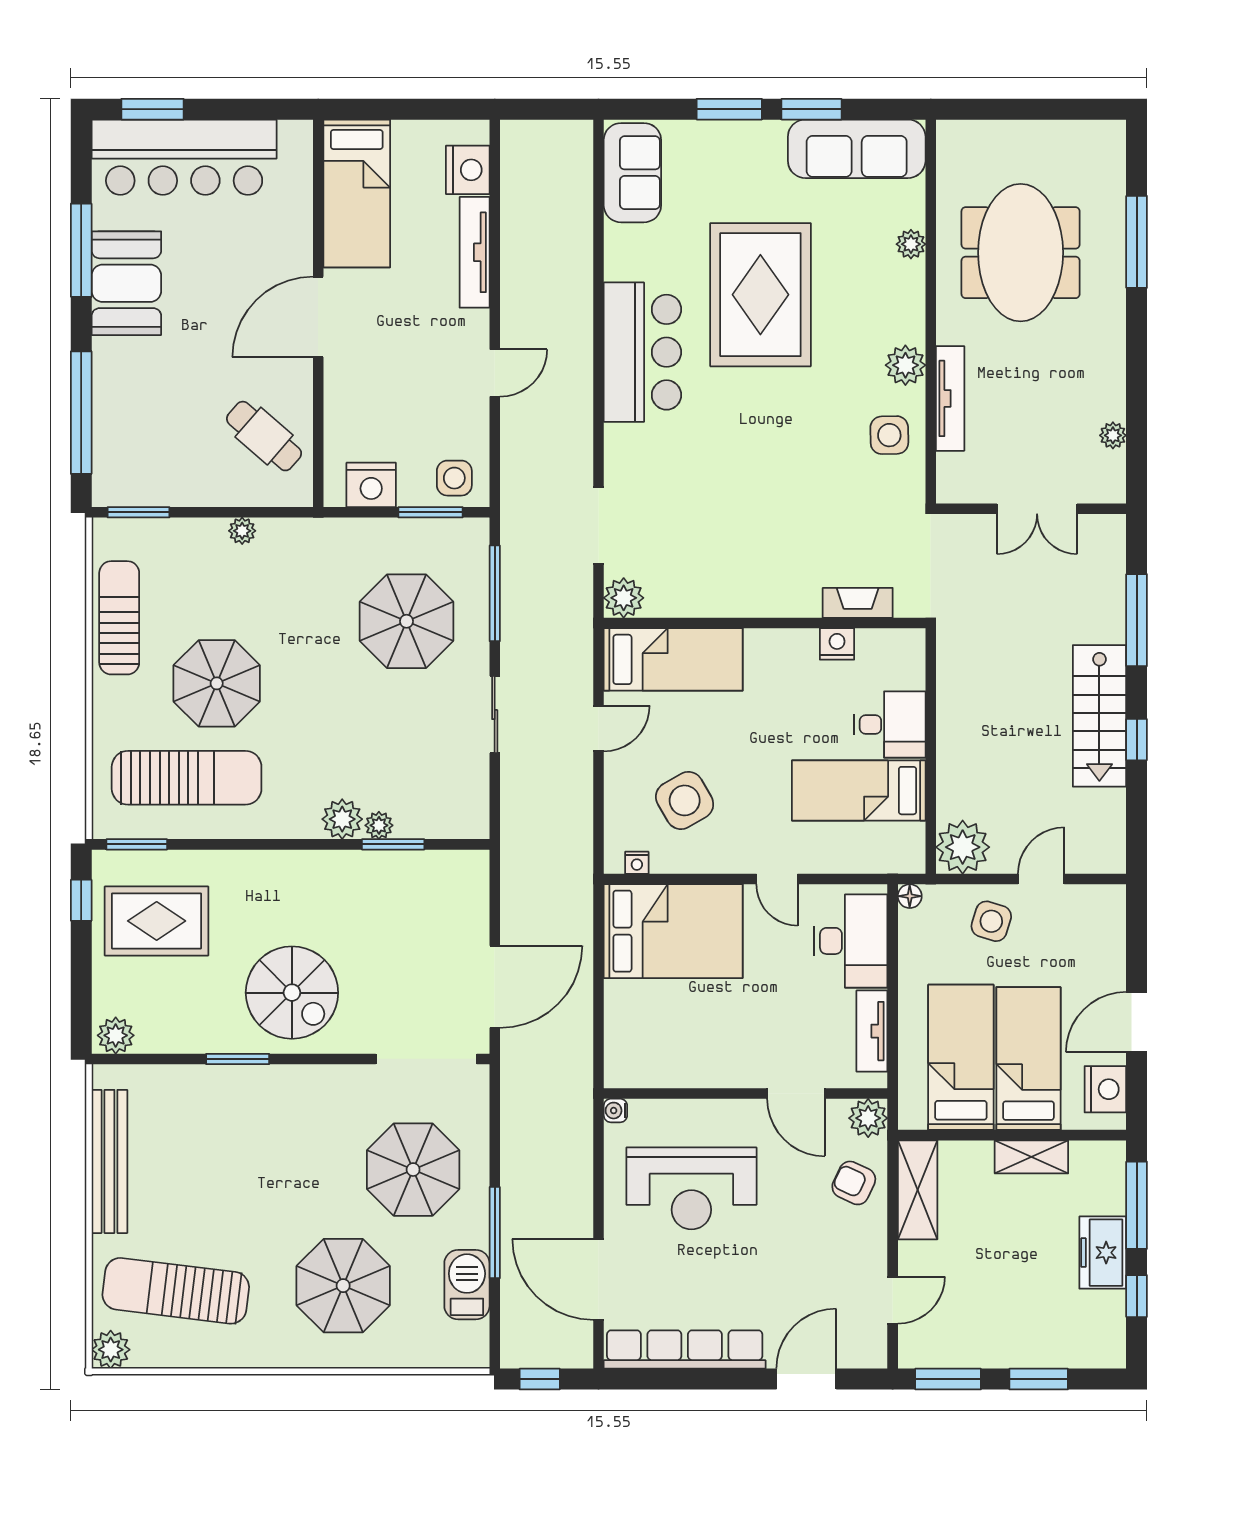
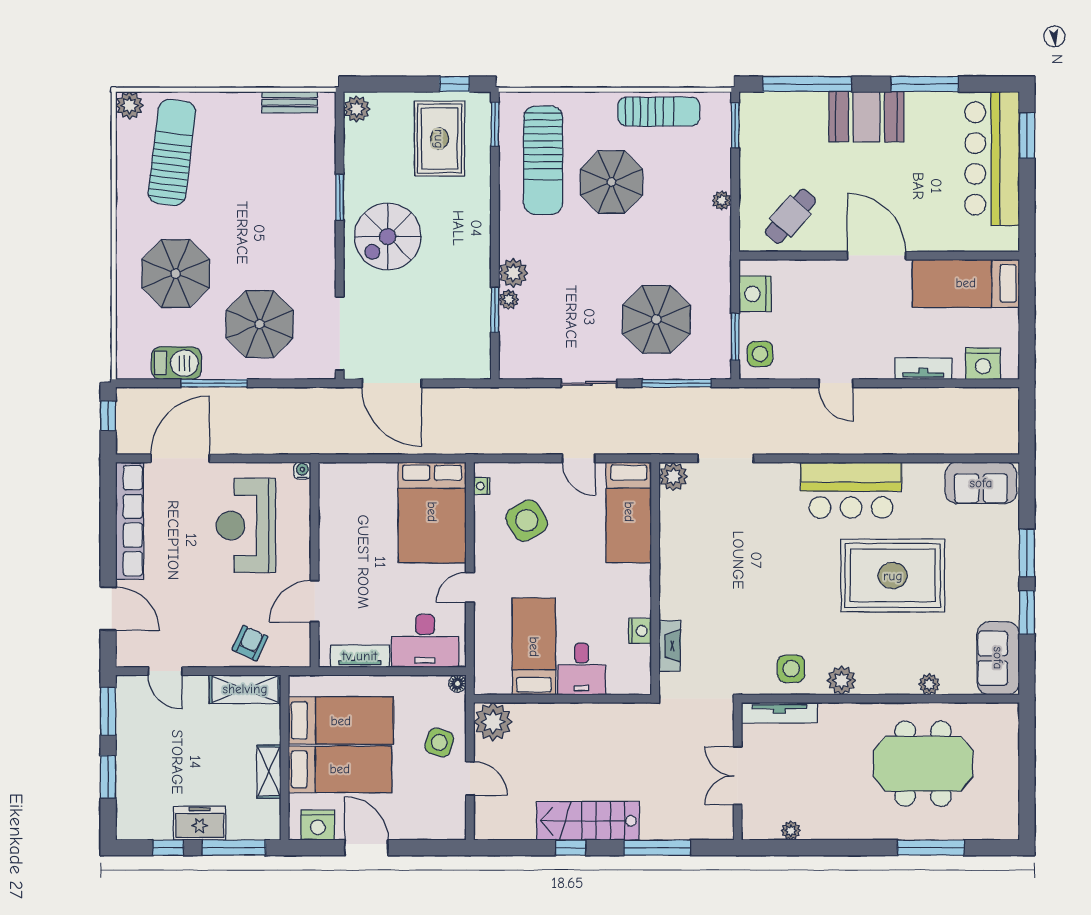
sofa: (857, 149) -> (998, 658), width x0.73
tv unit: (475, 252) -> (923, 369), width x0.71
booth: (126, 283) -> (866, 117), moved
tv unit: (950, 398) -> (779, 713), moved
plant: (868, 1118) -> (297, 653), removed
bench: (109, 1161) -> (290, 102), width x0.54, depth x0.82

